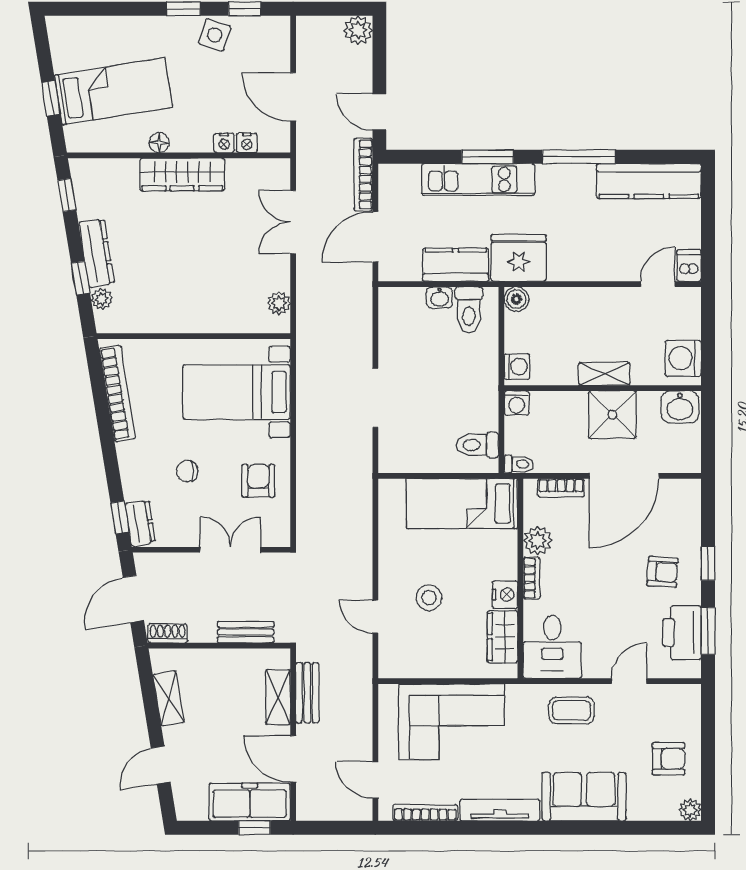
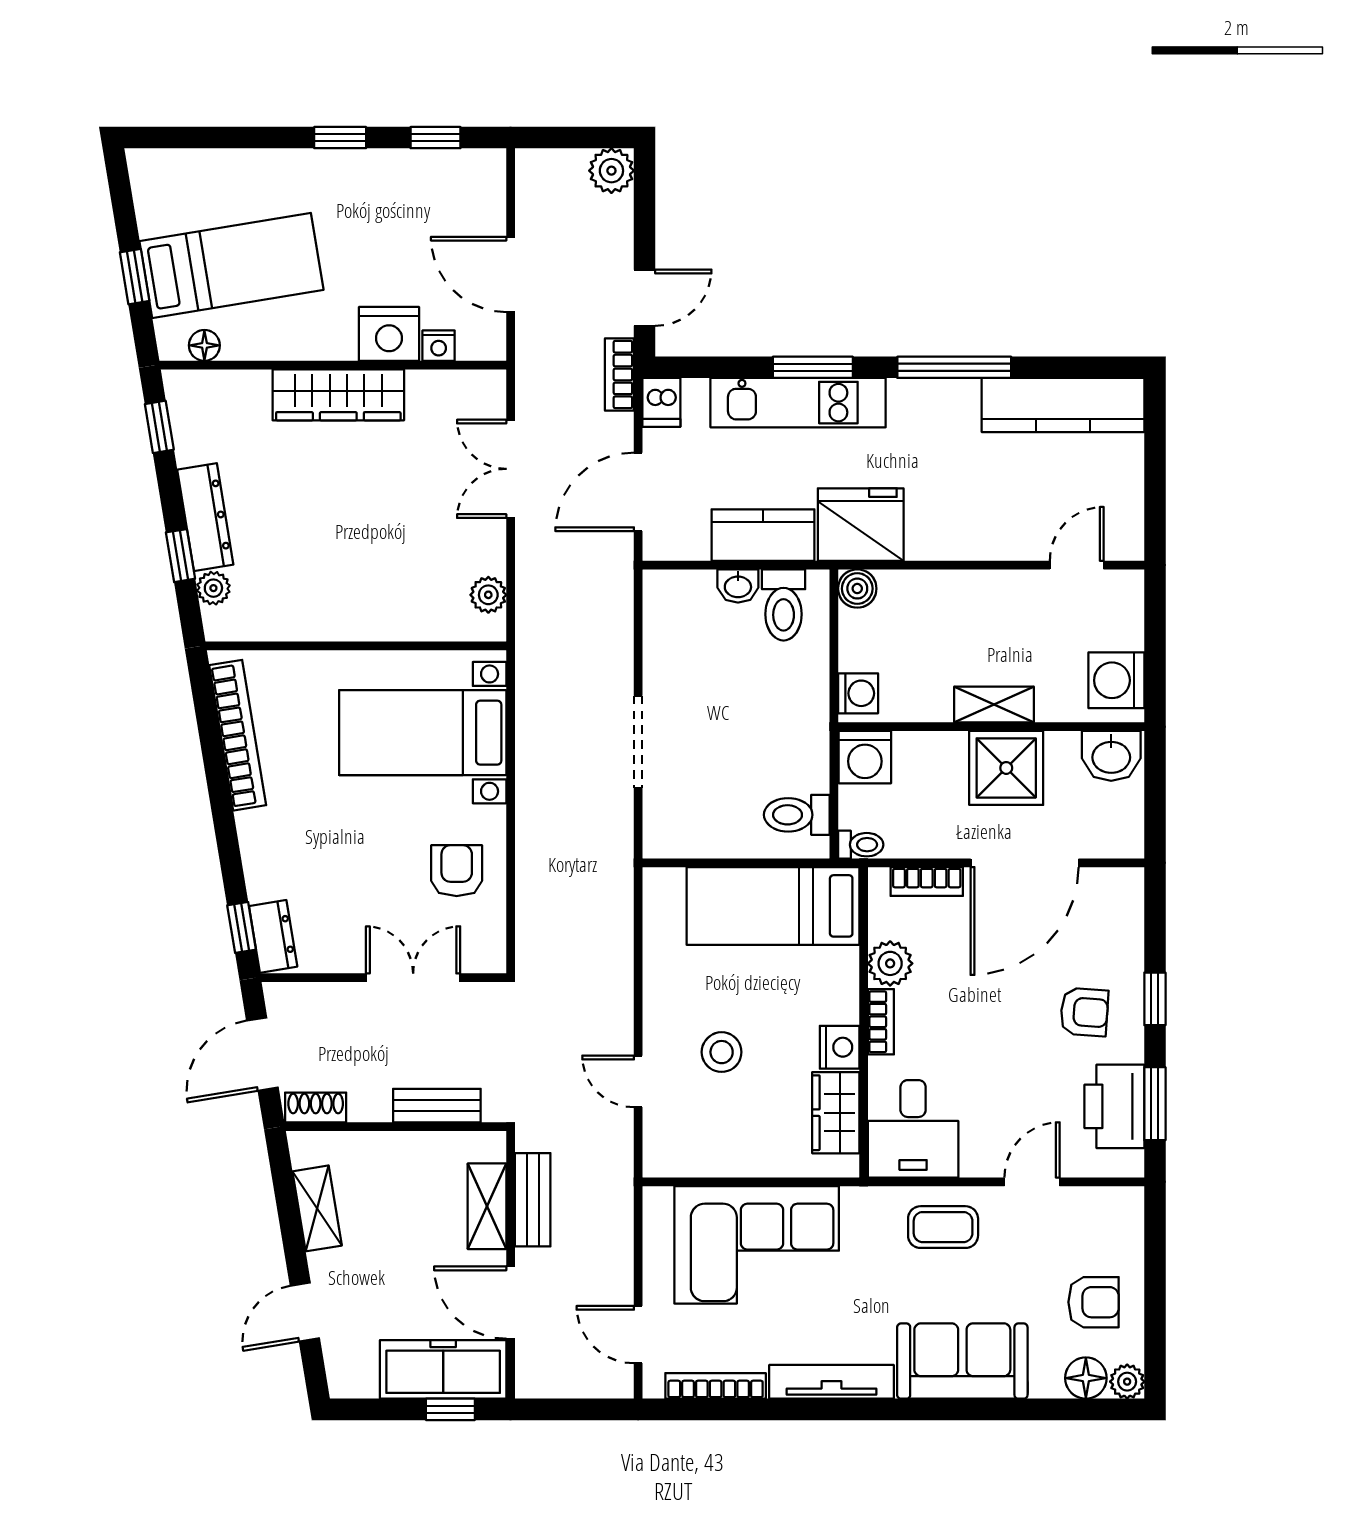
side table: (215, 35) -> (389, 178), removed
door: (379, 112) -> (645, 298), swing flipped
floor lamp: (159, 143) -> (204, 345), moved
nightstand: (224, 143) -> (389, 334), width x1.89, depth x1.79
bookcase: (363, 174) -> (619, 374), width x0.64
dishwasher: (689, 266) -> (661, 402), moved, turned 180
washing machine: (517, 403) -> (865, 757), width x1.38, depth x1.38
chair: (187, 471) -> (346, 855), removed
floor lamp: (664, 808) -> (1086, 1378), added

